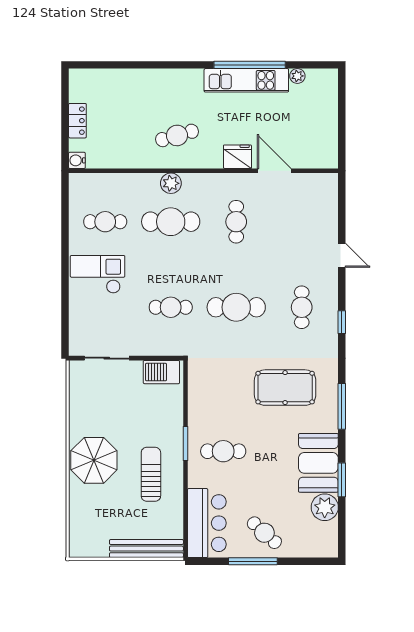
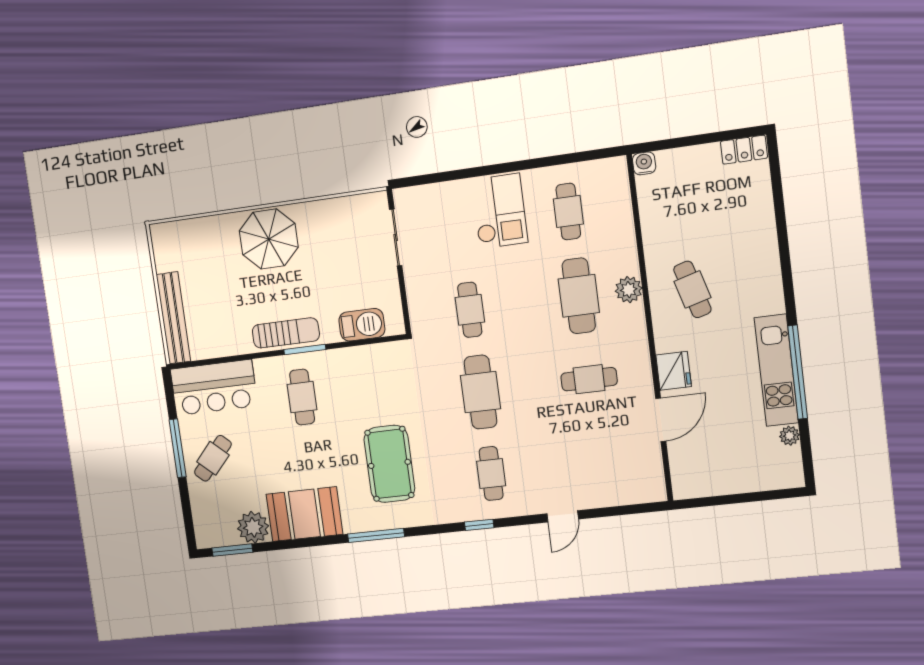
locker: (77, 121) -> (744, 150), moved
cafe table: (302, 307) -> (491, 473), turned 90
barbecue: (161, 372) -> (362, 325), moved, turned 90
sun lounger: (151, 474) -> (286, 333), moved
window: (342, 480) -> (232, 550), moved

